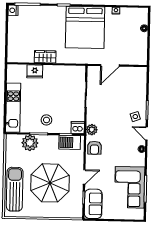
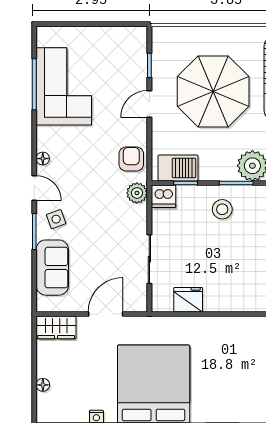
wardrobe: (45, 57) -> (56, 327), moved
fridge: (35, 71) -> (188, 300), moved
sofa: (93, 204) -> (52, 268), moved, turned 180

